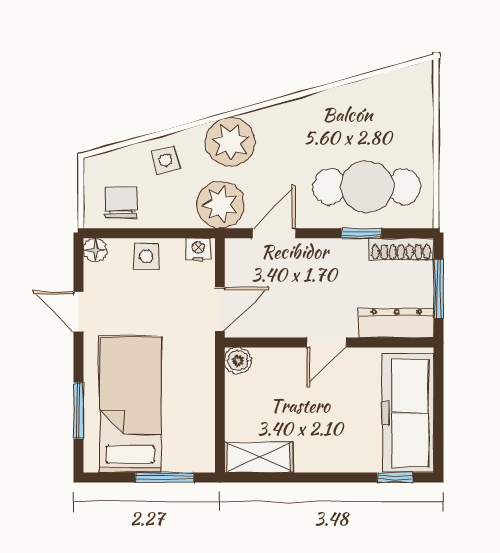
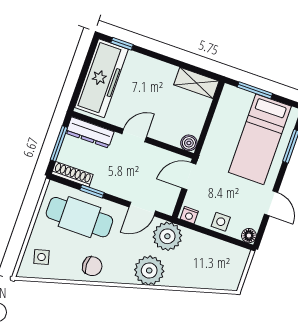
side table: (165, 160) -> (42, 257), moved
chair: (121, 203) -> (92, 266), moved, turned -90

